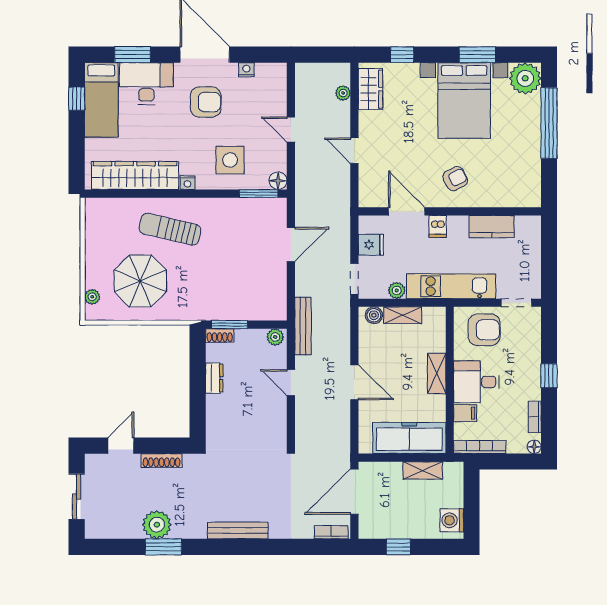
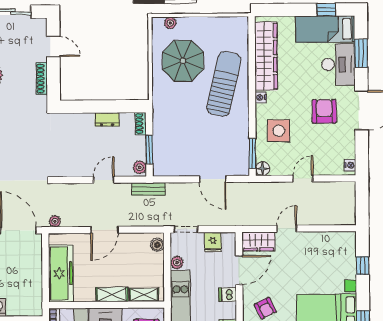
nightstand: (246, 70) -> (350, 165), moved
wardrobe: (370, 89) -> (258, 241), moved
plant: (343, 93) -> (55, 221), moved
armchair: (206, 102) -> (324, 111), turned 180
sun lounger: (170, 229) -> (224, 84), width x1.36, depth x1.34
shelving: (403, 315) -> (144, 295), moved, turned 90
window: (229, 325) -> (149, 149), moved
bench: (303, 326) -> (148, 189), width x0.73
shelving: (423, 470) -> (35, 284), removed

